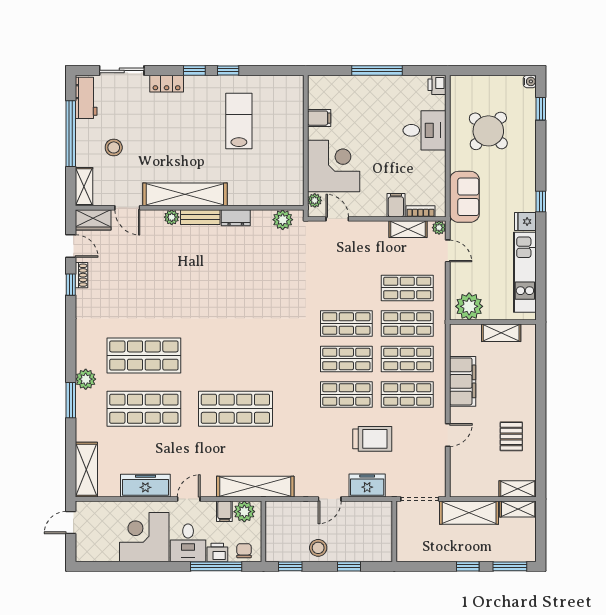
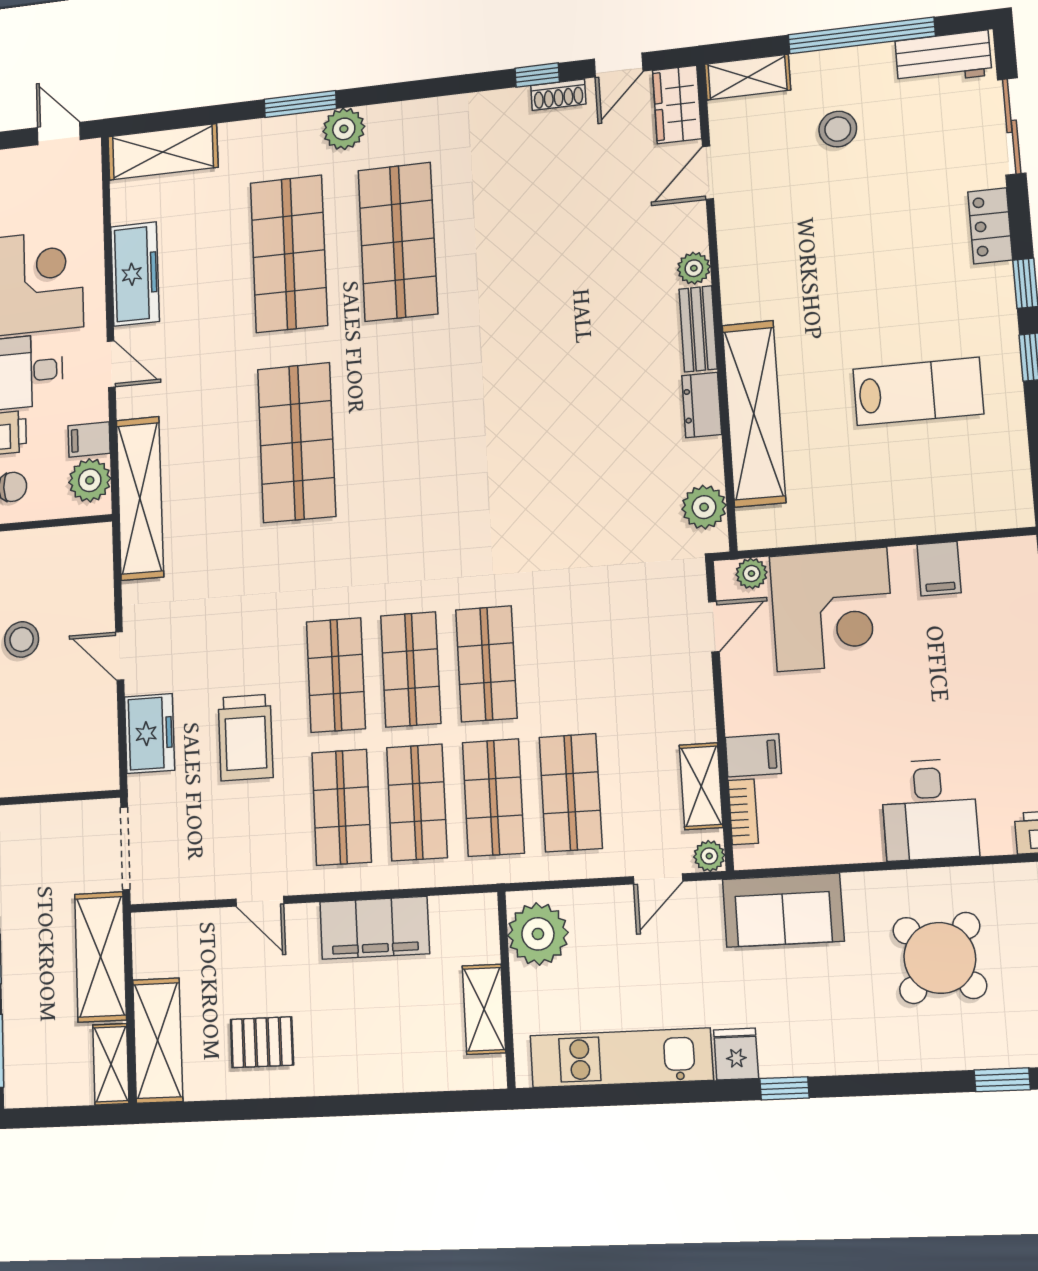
shelving: (185, 194) -> (754, 414), moved
shelving: (518, 489) -> (158, 1041), width x1.50, depth x1.33

